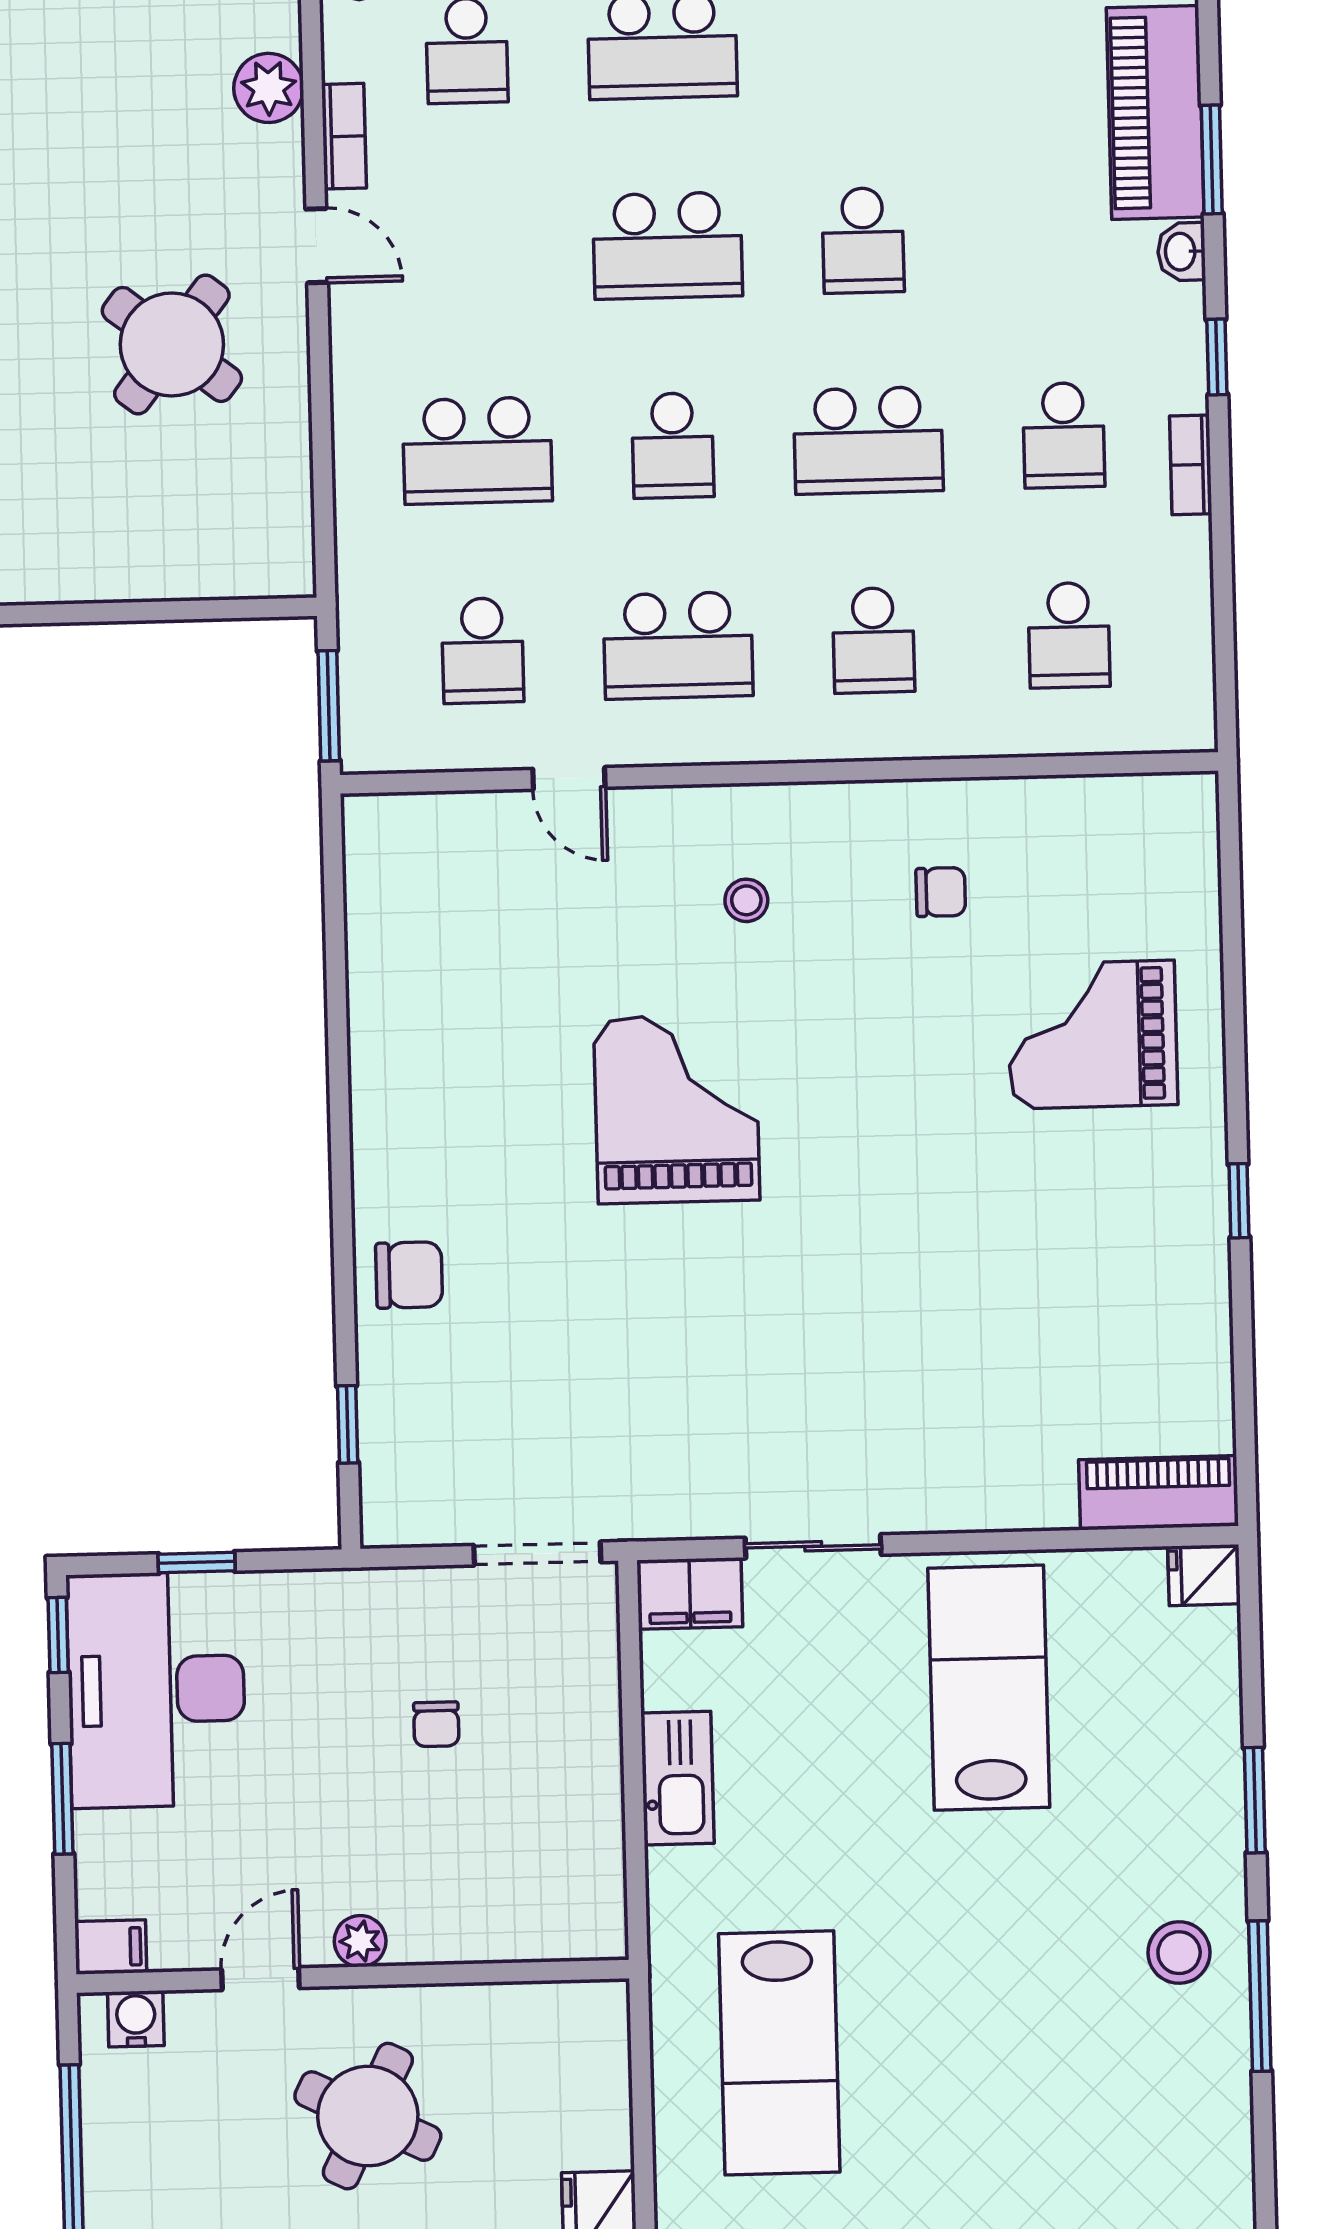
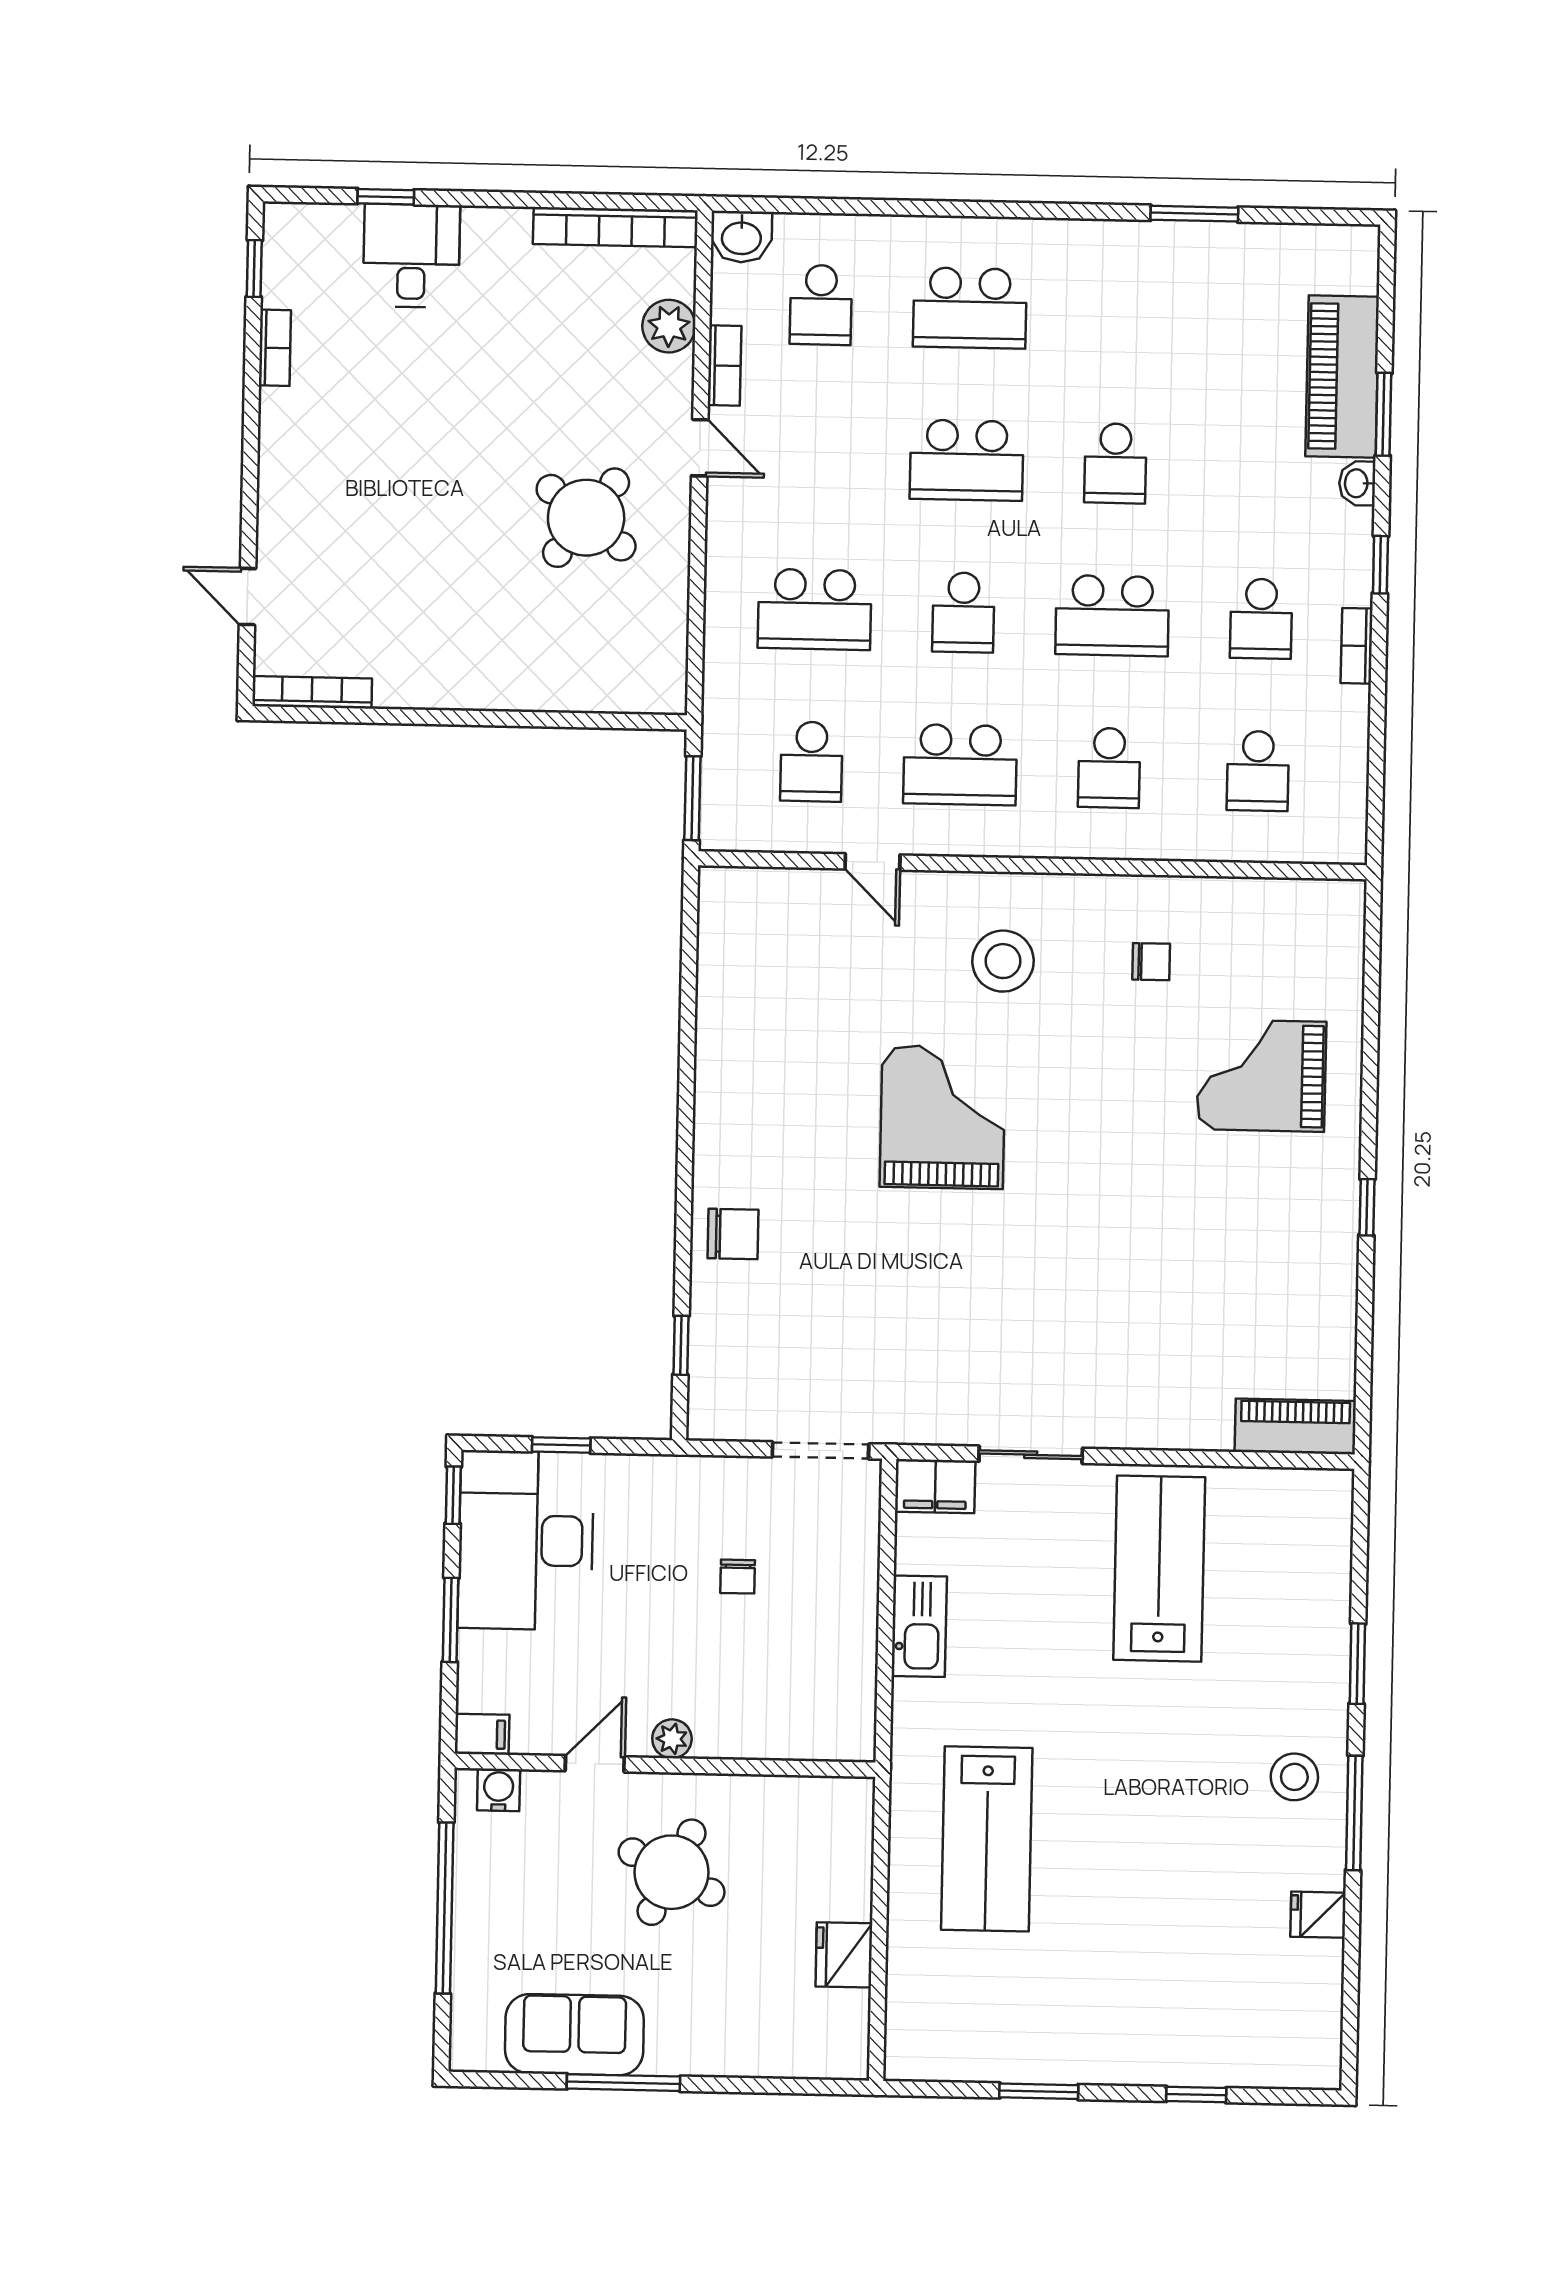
stool: (746, 900) -> (1003, 961), width x1.89, depth x1.89
fridge: (1204, 1575) -> (1318, 1915), moved

